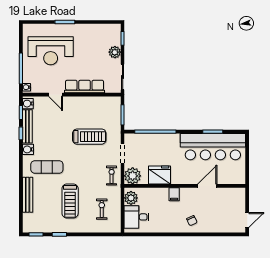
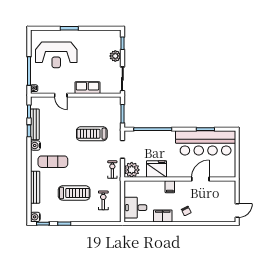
row of seats: (85, 87) -> (87, 88), width x0.68
water cooler: (28, 104) -> (35, 217), moved
treadmill: (89, 137) -> (92, 134), turned 180
plant: (131, 198) -> (130, 190), removed
treadmill: (70, 201) -> (74, 193), turned -90
filing cabinet: (166, 226) -> (163, 216), added

